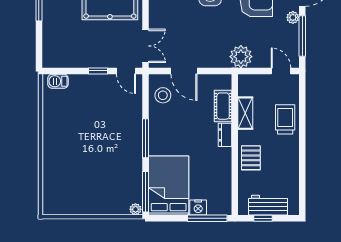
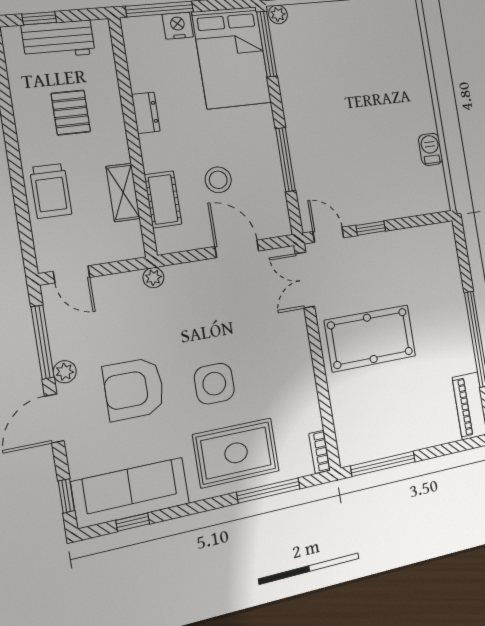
plant: (241, 57) -> (153, 278), width x0.53, depth x0.53
barbecue: (58, 81) -> (430, 149), moved, turned -90
stool: (163, 95) -> (218, 180), moved
dresser: (225, 135) -> (146, 113), moved
window: (145, 138) -> (285, 160), moved
pallet: (251, 158) -> (71, 113), moved
window: (263, 218) -> (39, 18), moved

